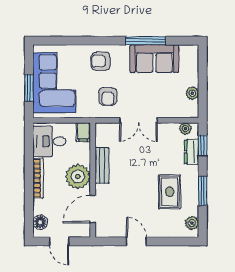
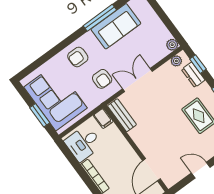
plant: (192, 93) -> (172, 45), moved
double door: (139, 120) -> (137, 80), swing flipped
bench: (102, 166) -> (122, 115), moved
plant: (78, 176) -> (123, 154), removed

